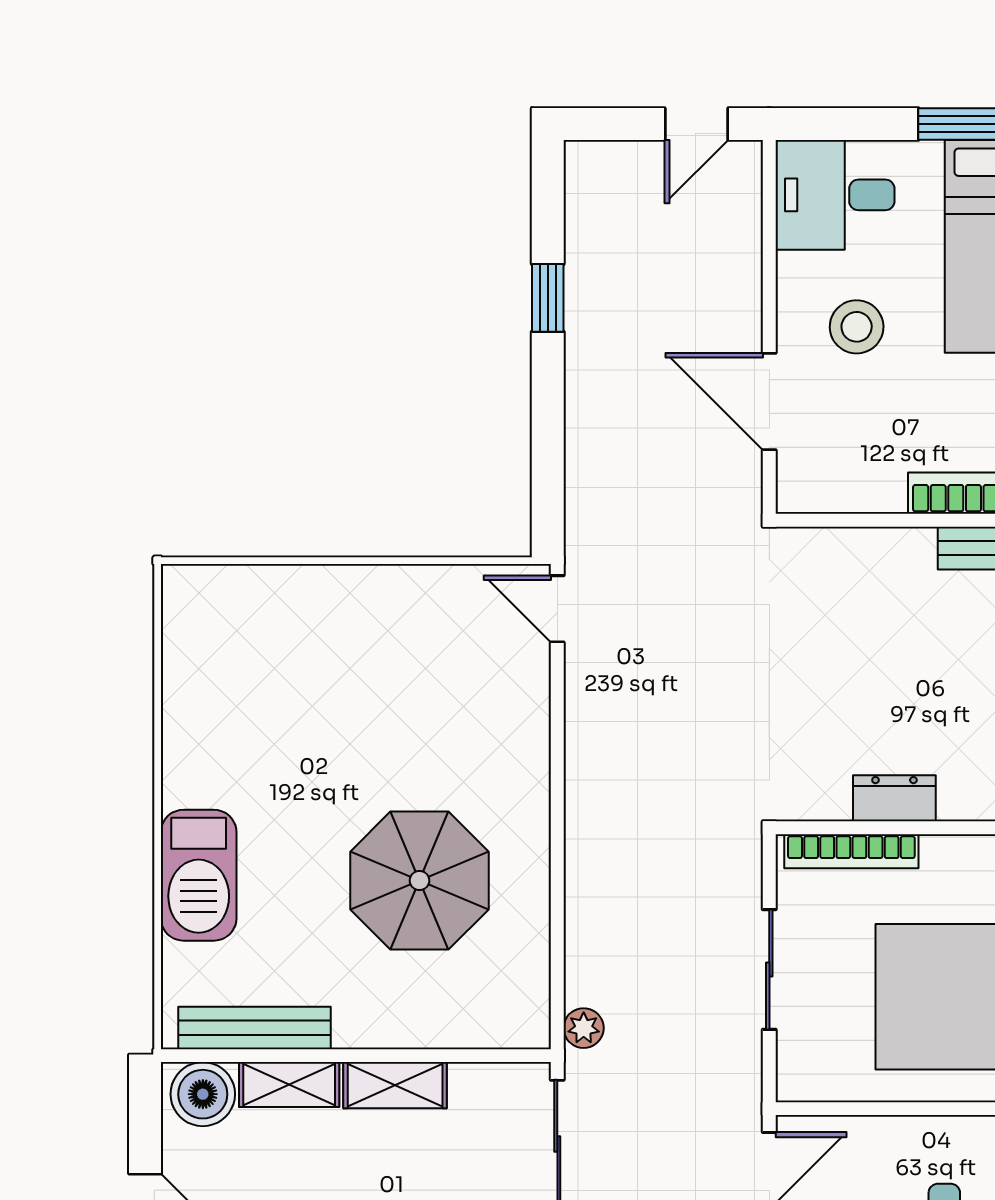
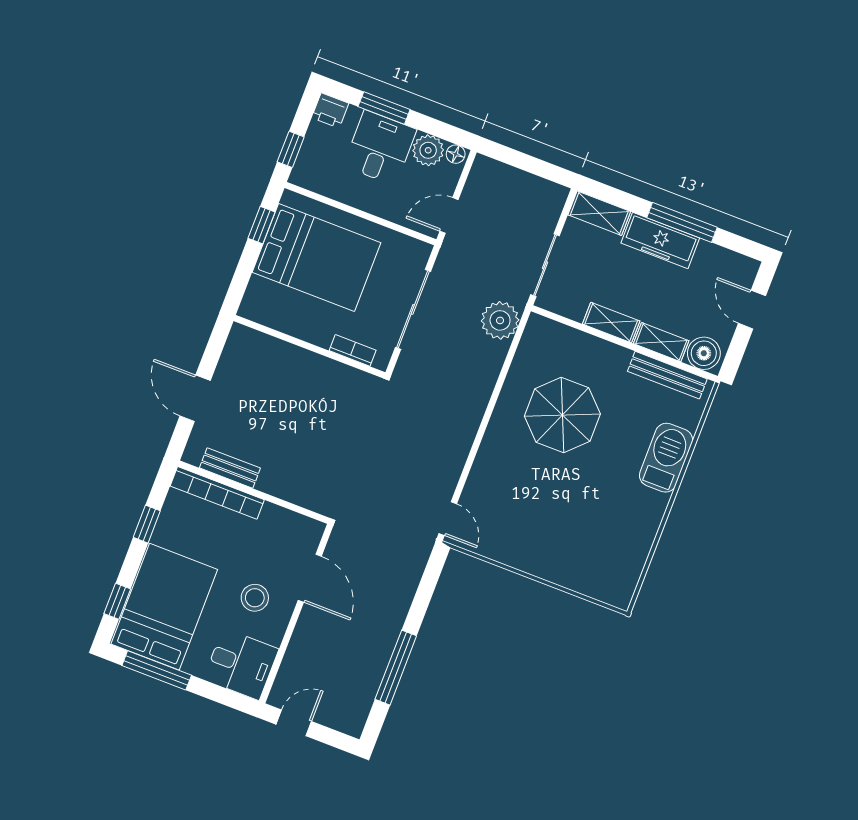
window: (548, 298) -> (396, 668), width x2.17
dresser: (894, 798) -> (323, 368), removed
bookcase: (851, 851) -> (353, 350), width x0.64
sliding door: (769, 969) -> (413, 309), width x1.37
plant: (584, 1028) -> (500, 320), width x1.87, depth x1.87

